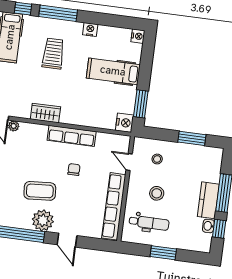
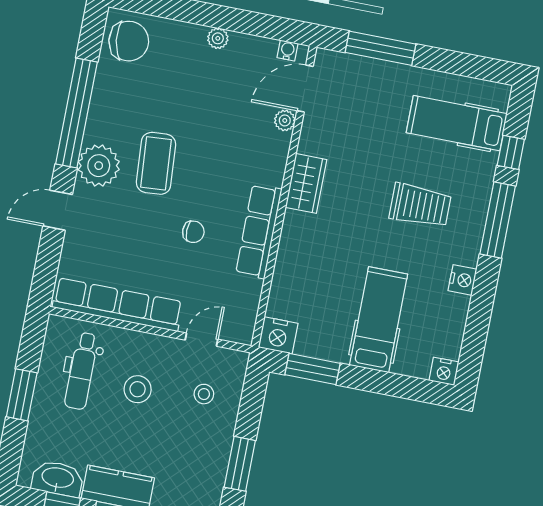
washbasin: (208, 226) -> (58, 478), width x1.91, depth x1.45

